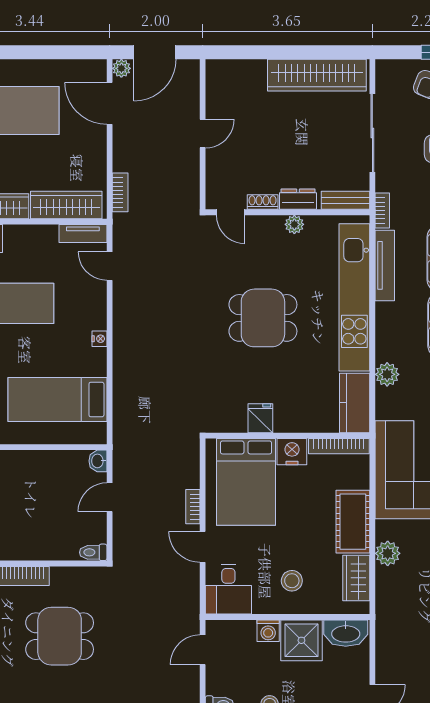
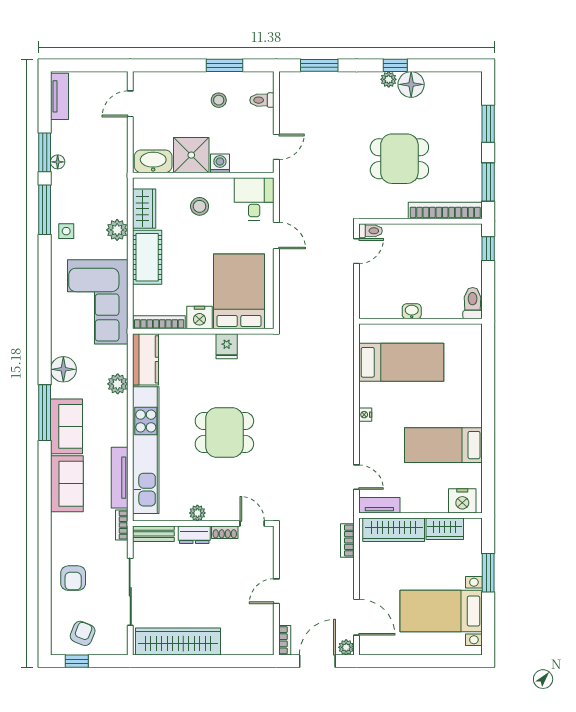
washbasin: (98, 461) -> (412, 311), moved, turned -90
door: (110, 497) -> (356, 251), moved
bookcase: (193, 507) -> (285, 640), moved

